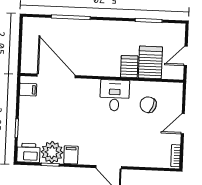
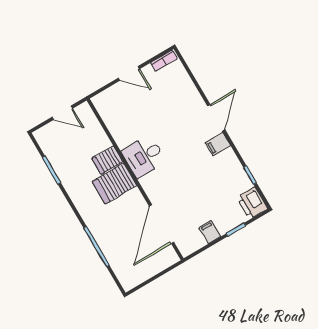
server rack: (150, 62) -> (114, 183), moved
filing cabinet: (28, 90) -> (210, 232), moved
chair: (148, 105) -> (132, 118), removed
plant: (52, 152) -> (237, 181), removed
filing cabinet: (71, 155) -> (218, 144), moved

